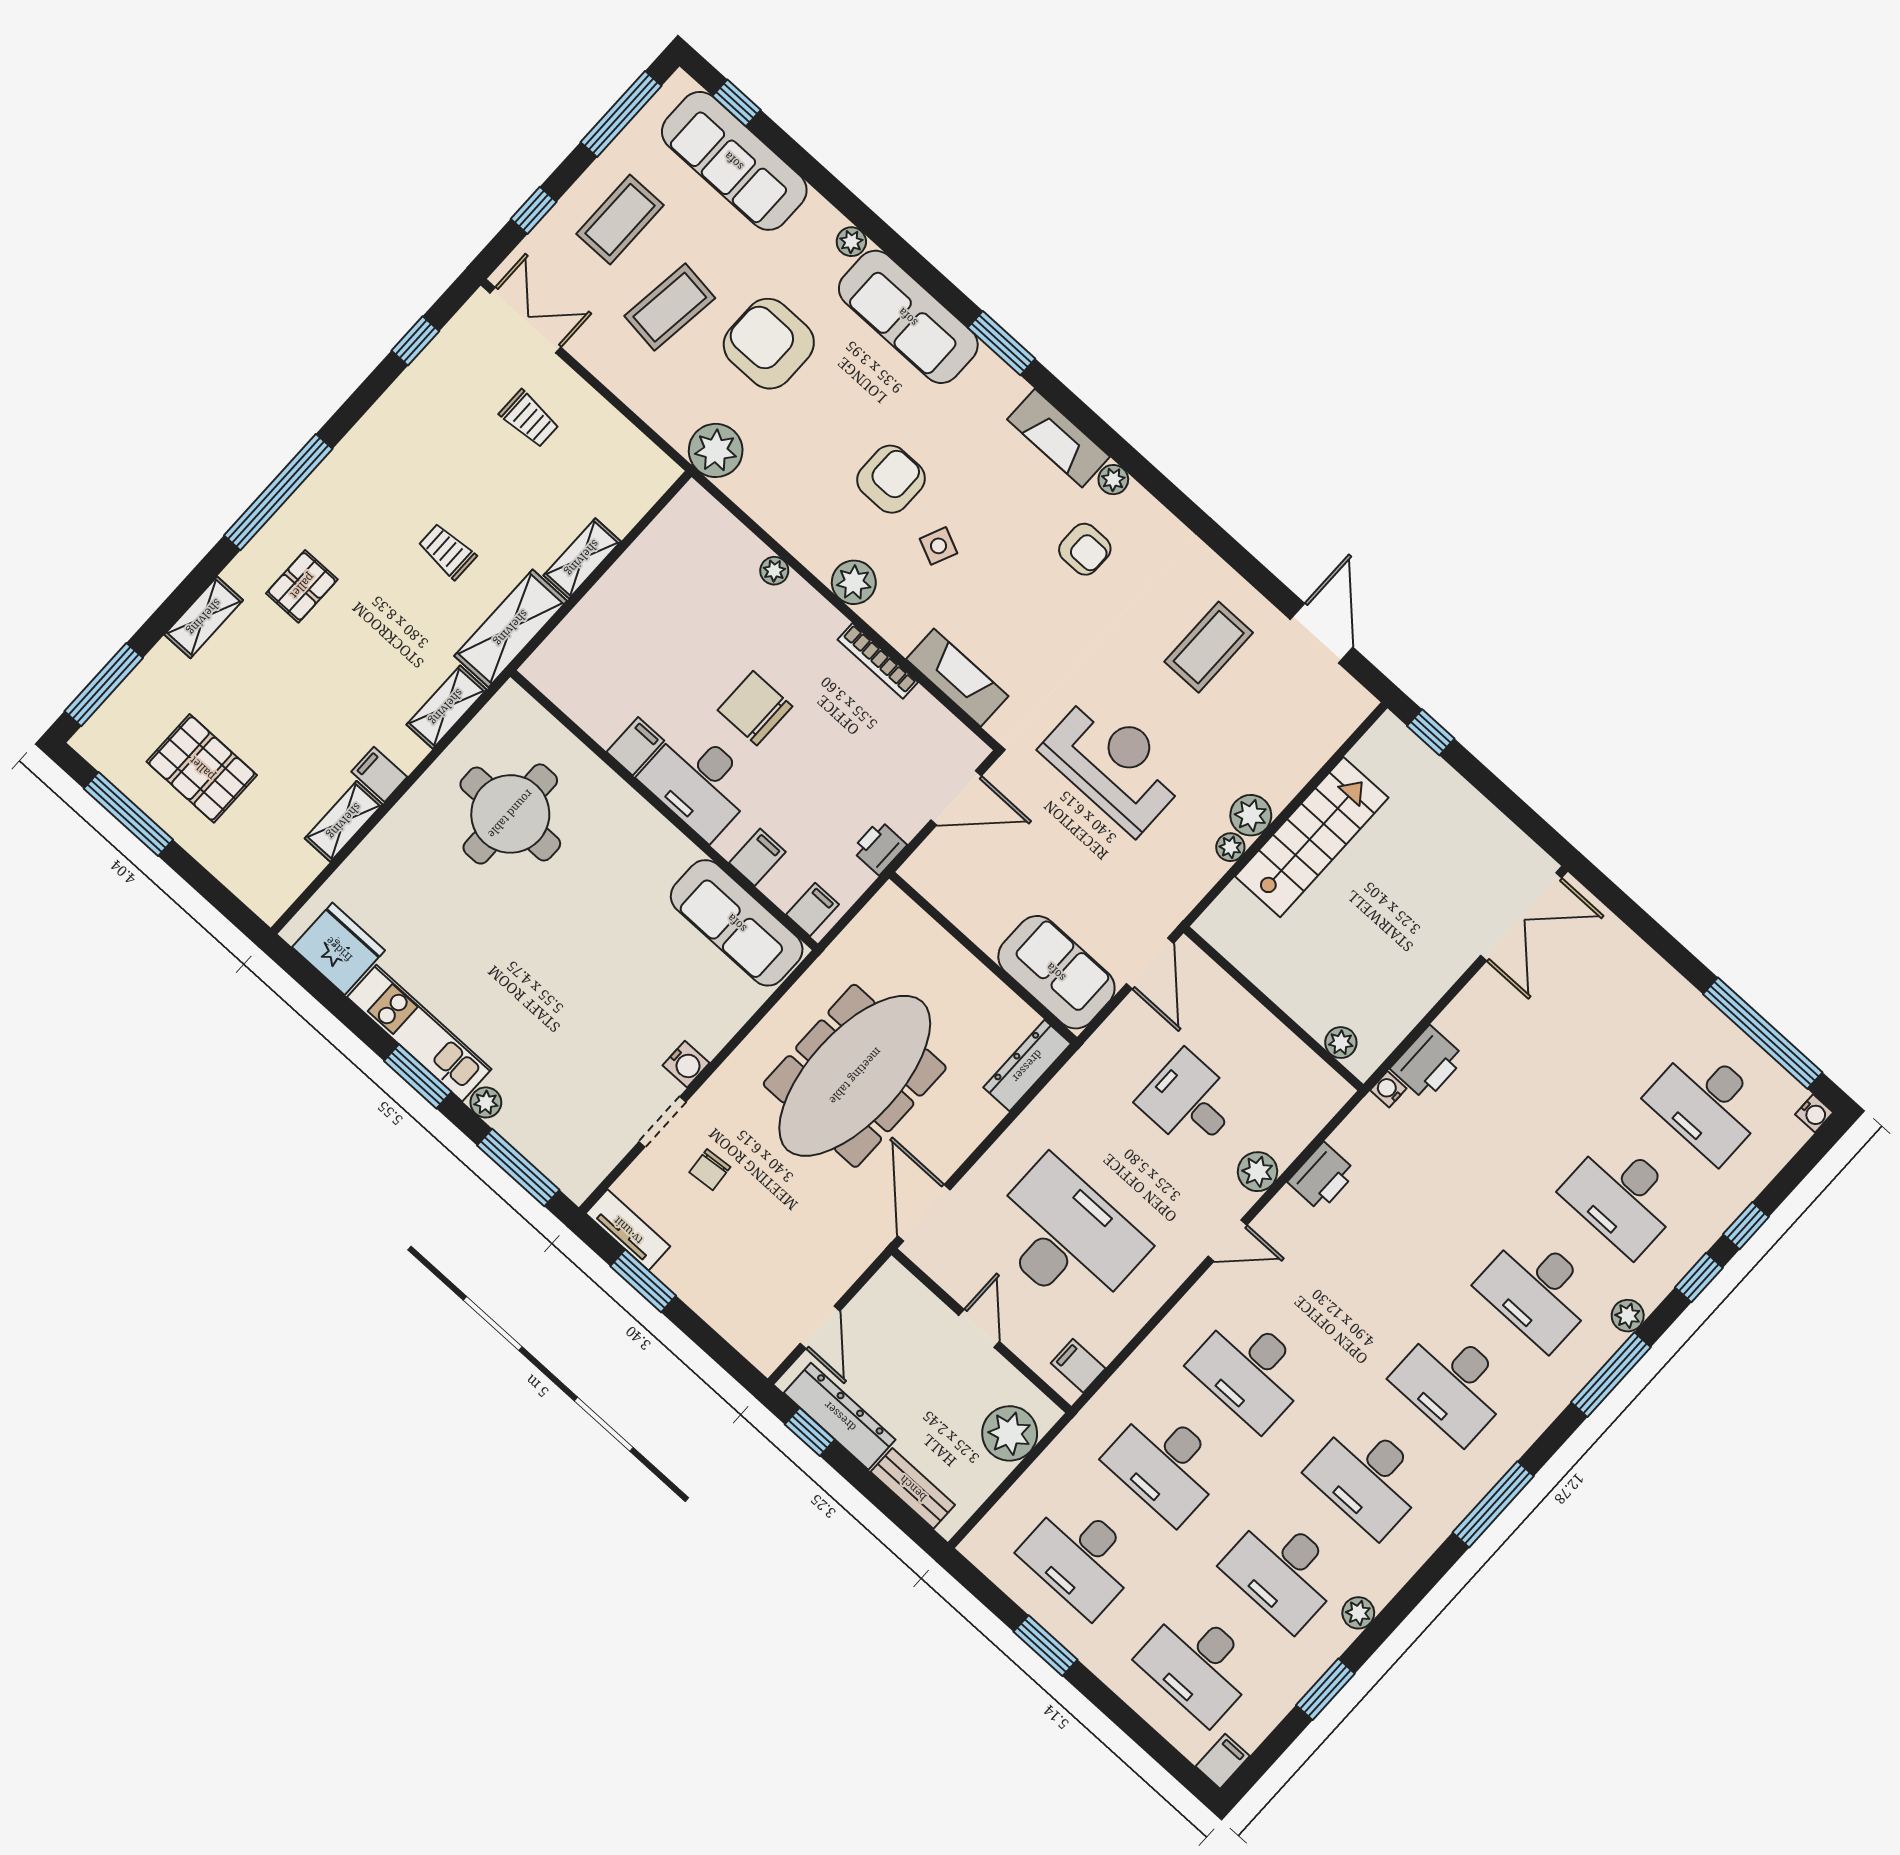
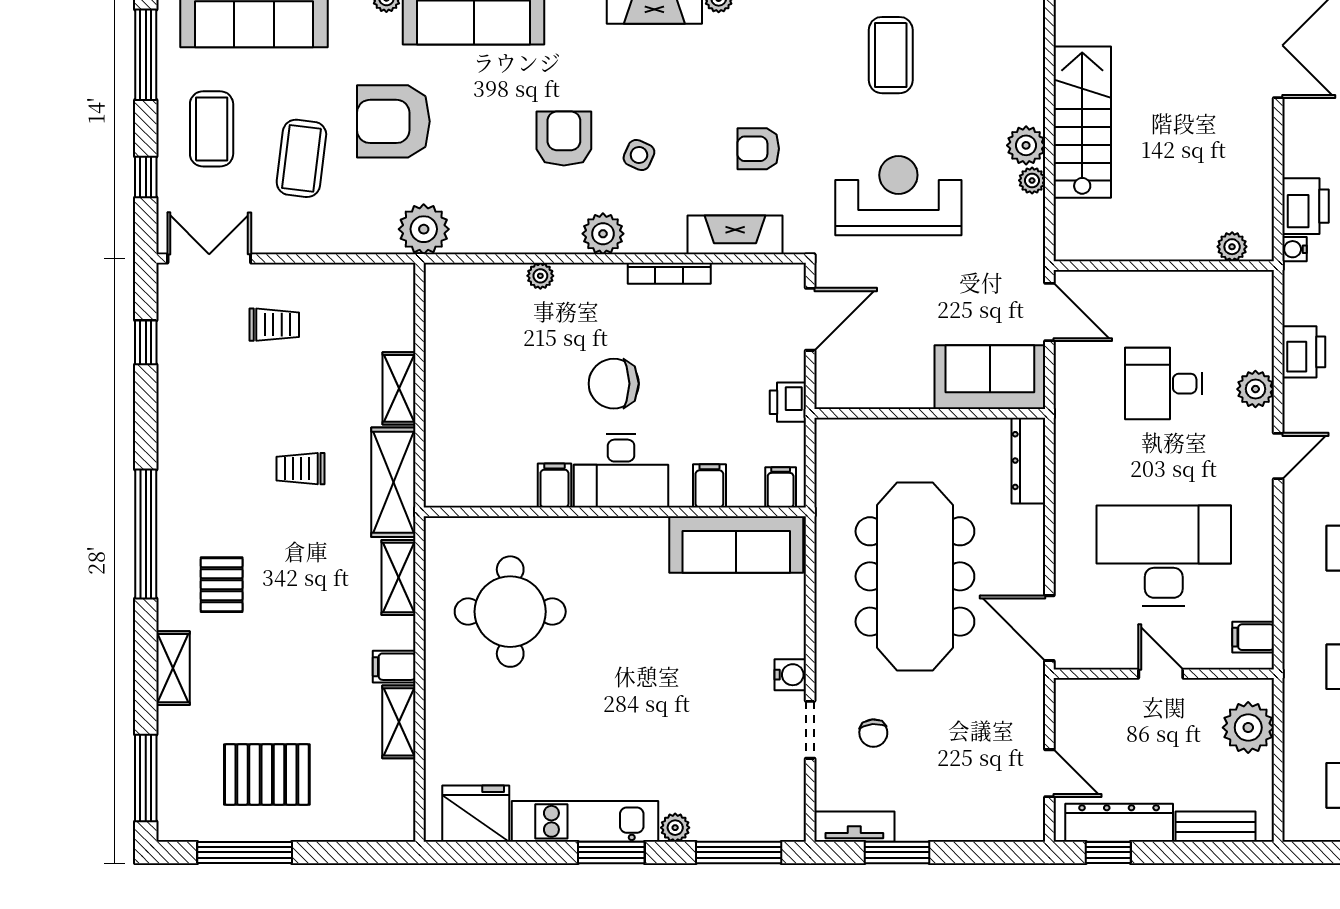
armchair: (1085, 549) -> (758, 149), moved, turned 180

